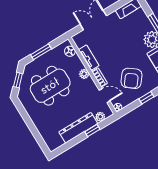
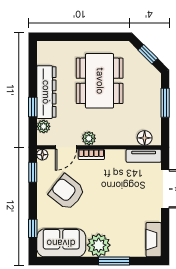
tv unit: (89, 58) -> (144, 156), moved
plant: (84, 74) -> (89, 138), moved
dining table: (50, 86) -> (100, 81), moved
window: (146, 98) -> (33, 172), moved

